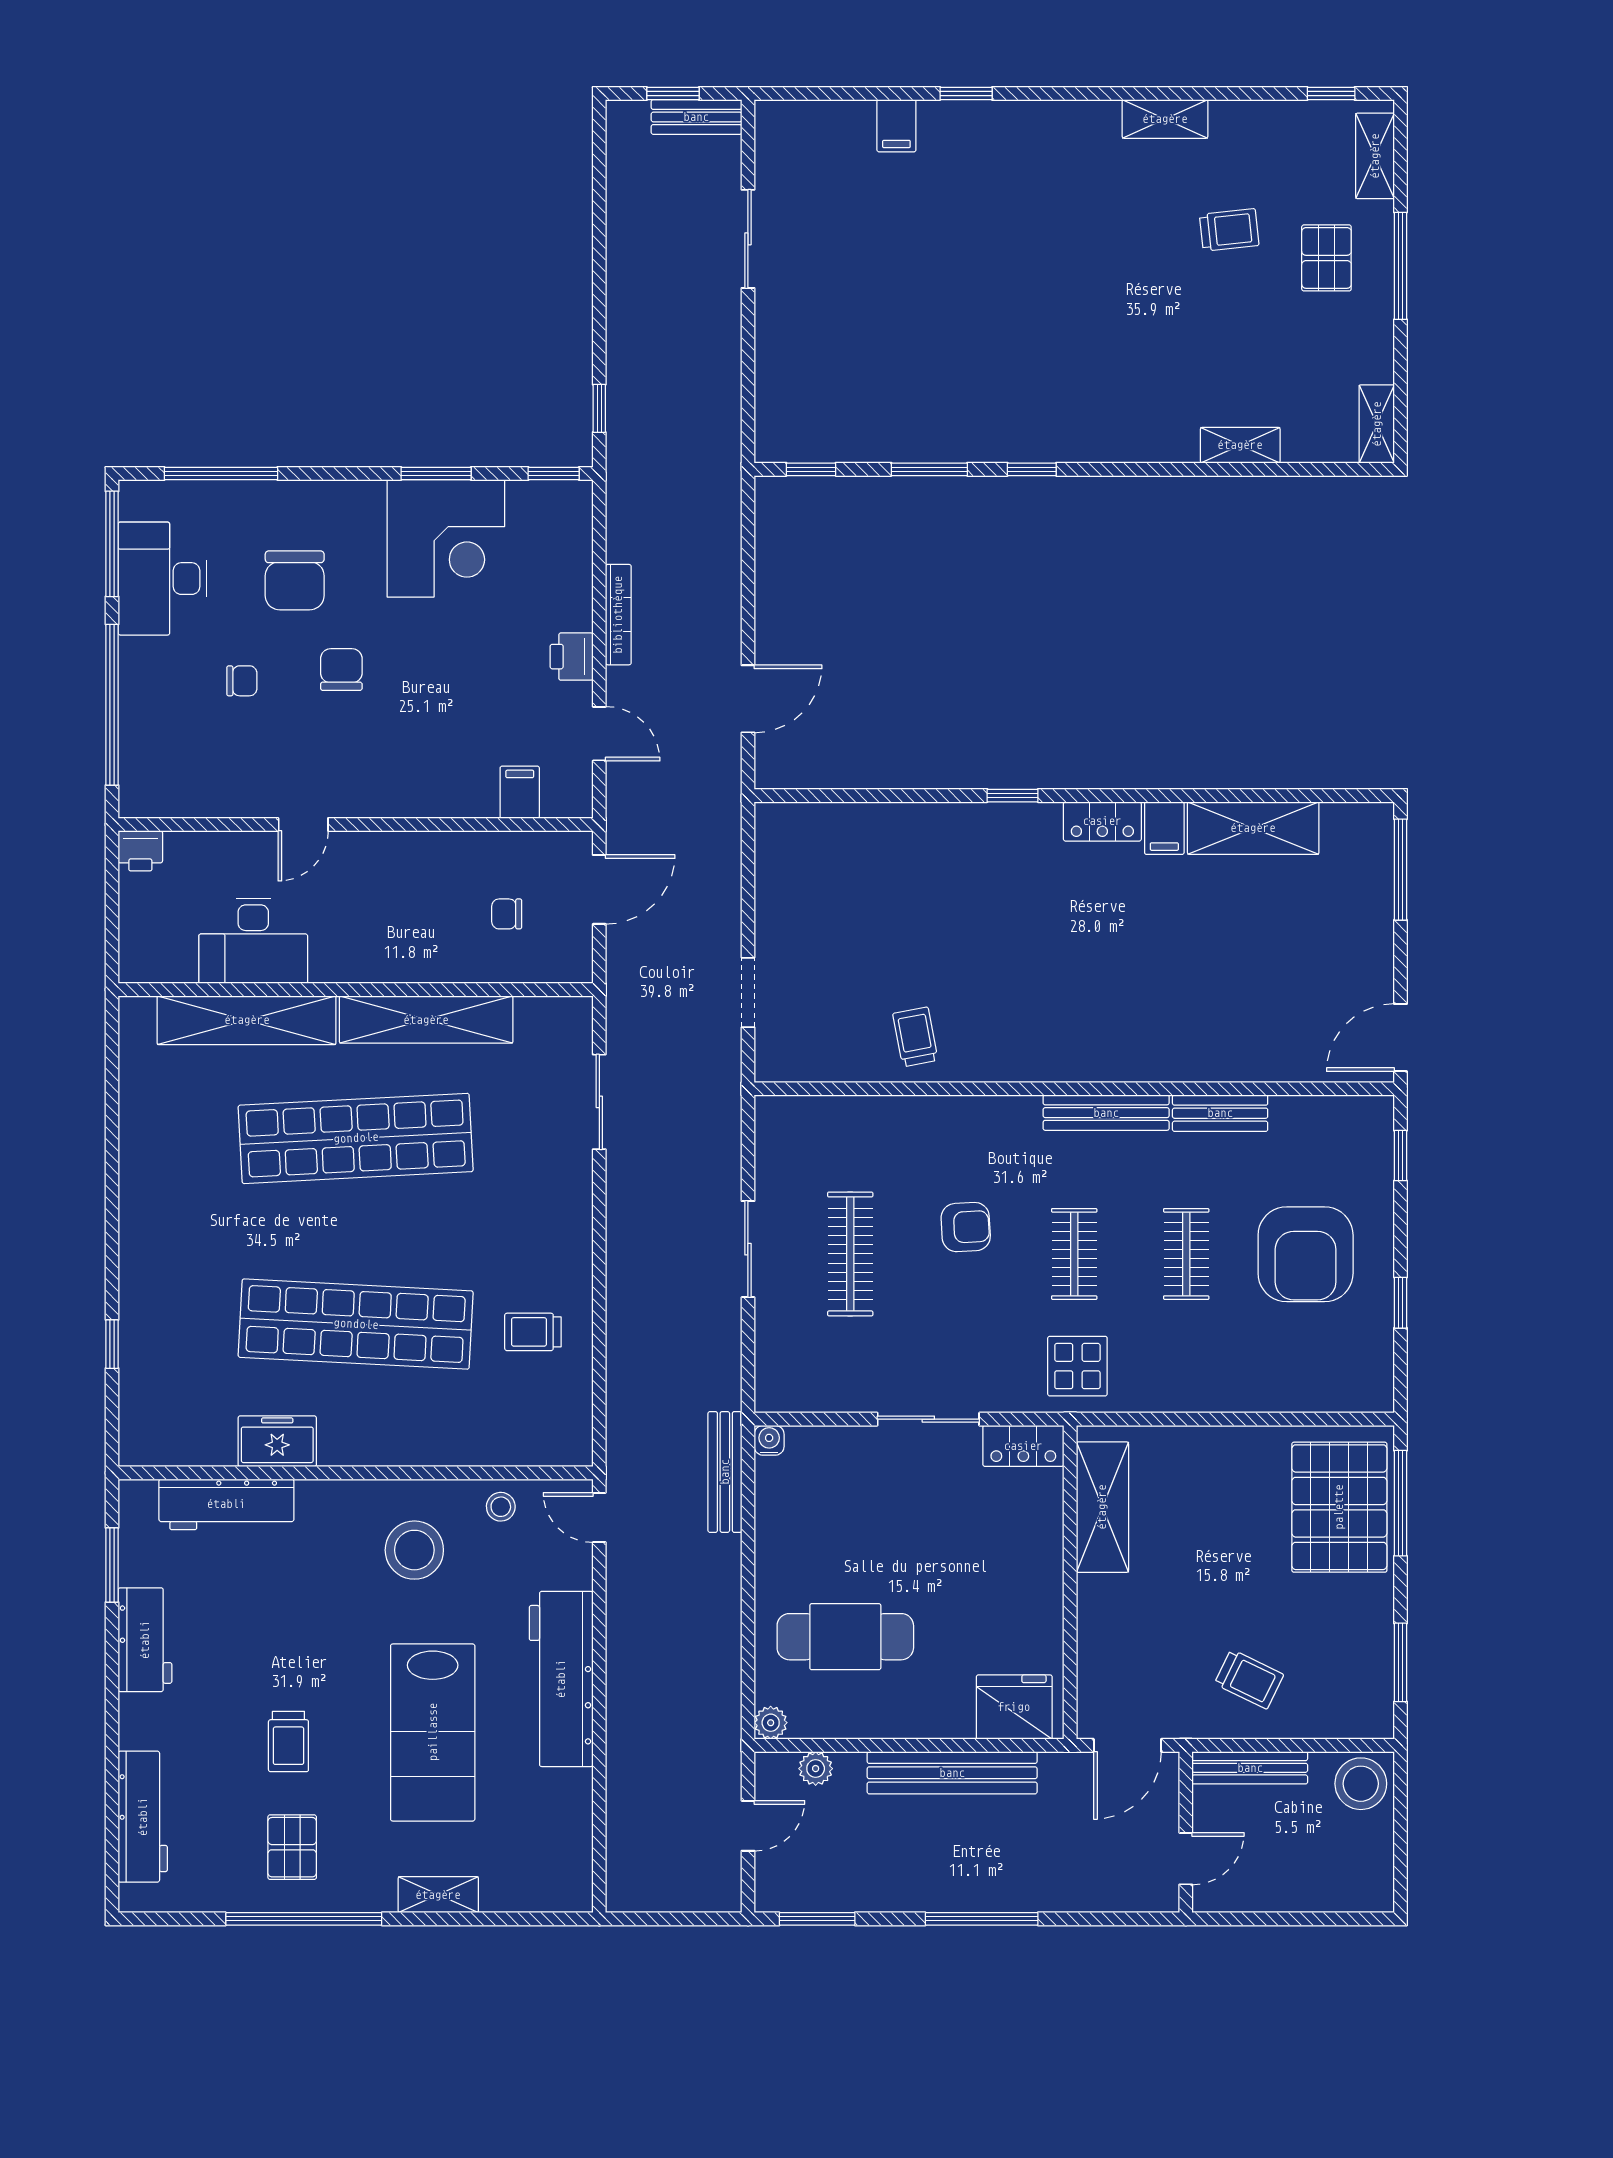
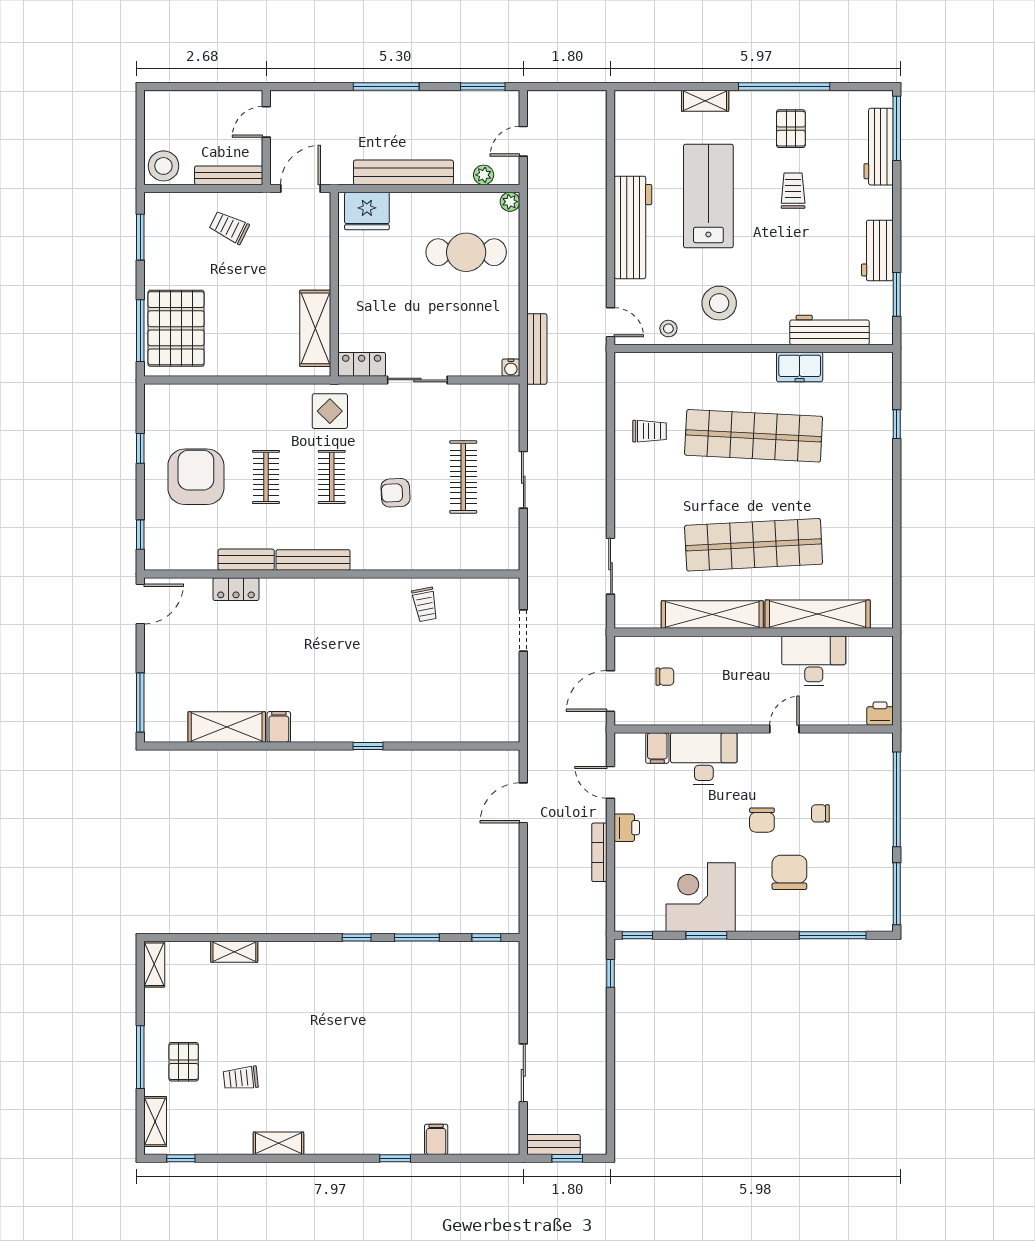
desk: (163, 579) -> (704, 759), moved, turned -90
locker: (1102, 821) -> (236, 589), moved, turned 180
window: (112, 1848) -> (897, 128), added

